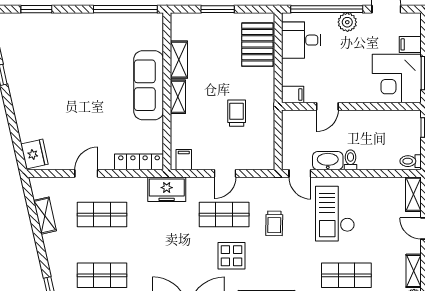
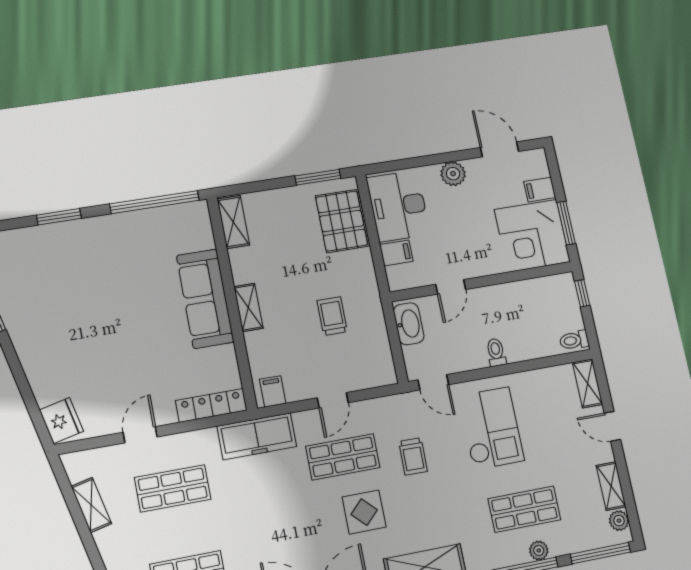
window: (36, 9) -> (59, 217), moved
window: (218, 9) -> (318, 177), moved
window: (327, 9) -> (423, 161), removed
desk: (301, 40) -> (398, 206), width x1.37
shelving: (179, 60) -> (233, 222), moved
filing cabinet: (293, 95) -> (396, 253), moved
washbasin: (328, 161) -> (409, 324), moved, turned 90
freezer: (167, 189) -> (257, 436), width x1.40
checkout: (335, 214) -> (491, 428), turned 180

